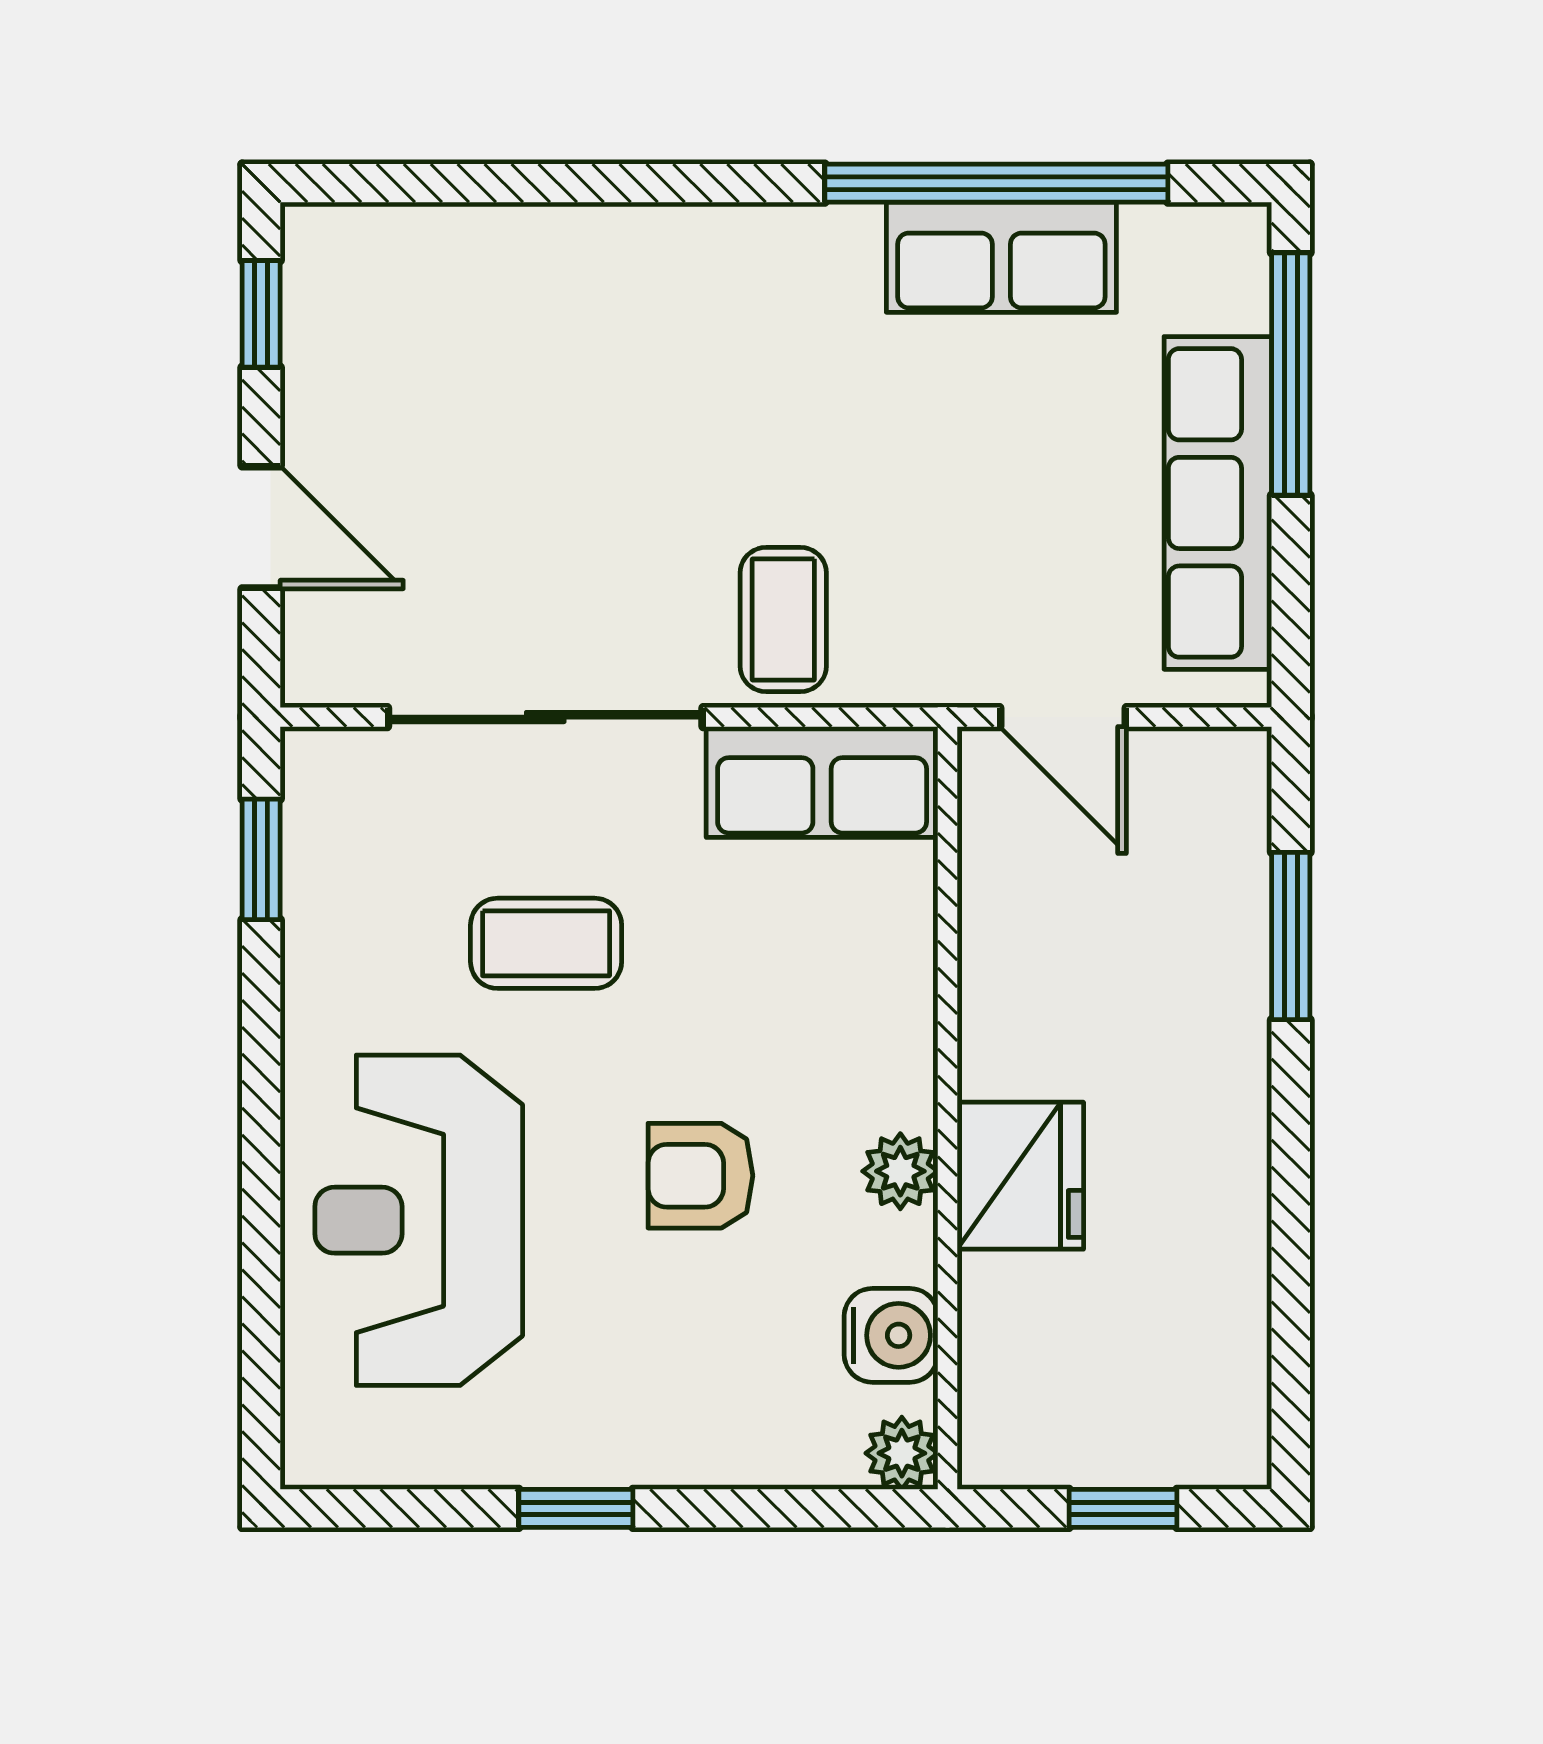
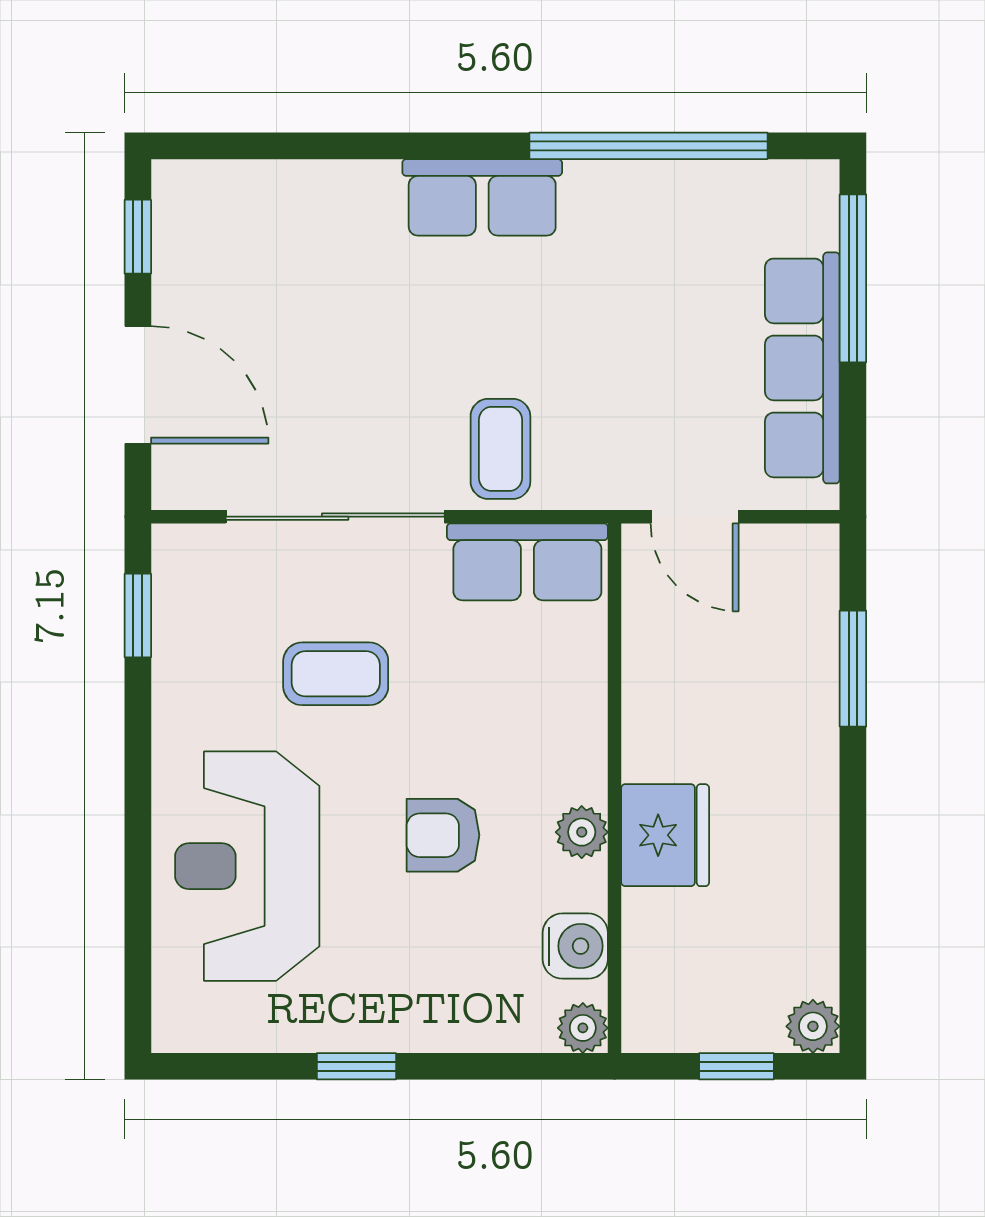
row of seats: (1001, 257) -> (482, 197), moved
door: (261, 527) -> (138, 385), width x1.38
plant: (1233, 1451) -> (813, 1026), added

